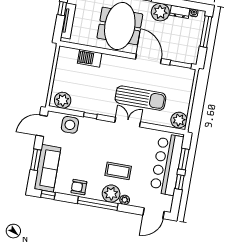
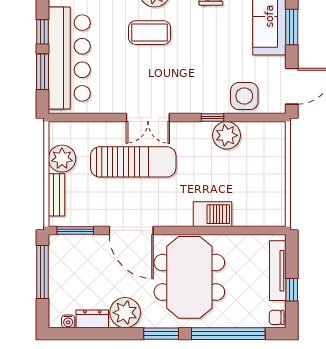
window: (206, 32) -> (43, 272), moved
barbecue: (90, 58) -> (212, 214), moved
bench: (188, 87) -> (56, 195), added
sun lounger: (140, 98) -> (133, 162), turned 180
plant: (63, 100) -> (227, 135), moved
plant: (179, 120) -> (62, 159), moved

